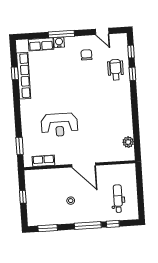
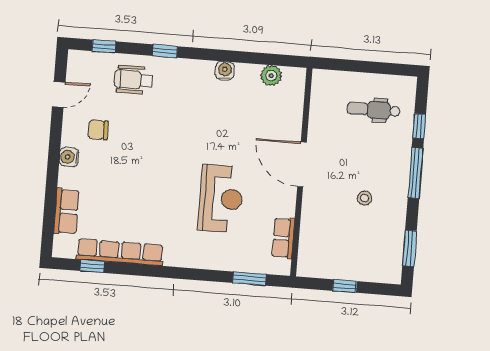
window: (61, 34) -> (53, 171), removed
water cooler: (59, 42) -> (69, 157), moved
window: (15, 73) -> (92, 266), moved
window: (132, 74) -> (165, 51), moved
water cooler: (127, 117) -> (225, 71), added
door: (84, 165) -> (302, 165), swing flipped

